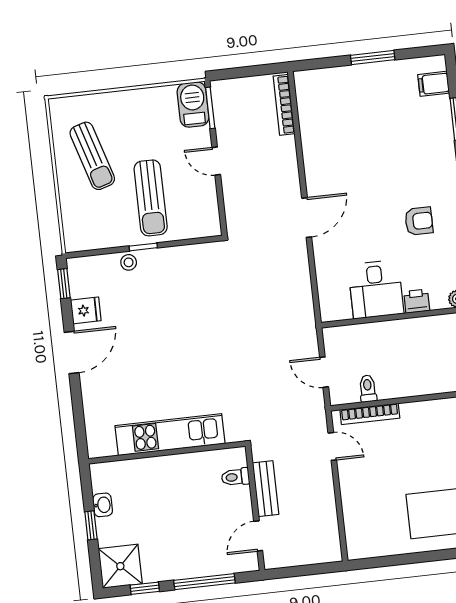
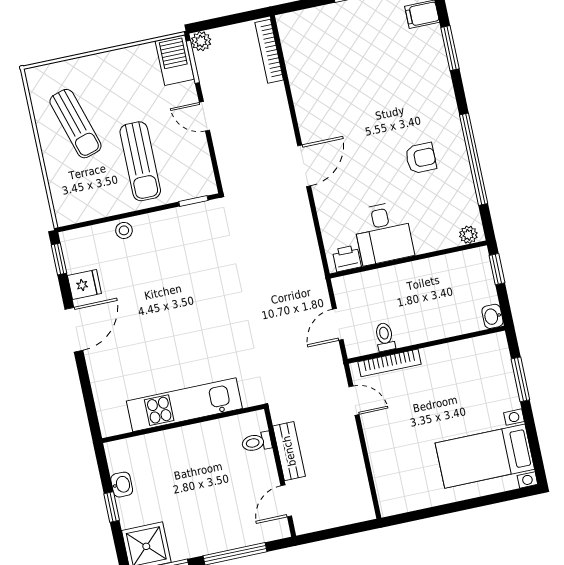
plant: (220, 89) -> (201, 41), added
window: (143, 247) -> (193, 201), moved
printer: (417, 301) -> (347, 258), moved
door: (324, 372) -> (338, 324), hinge flipped

